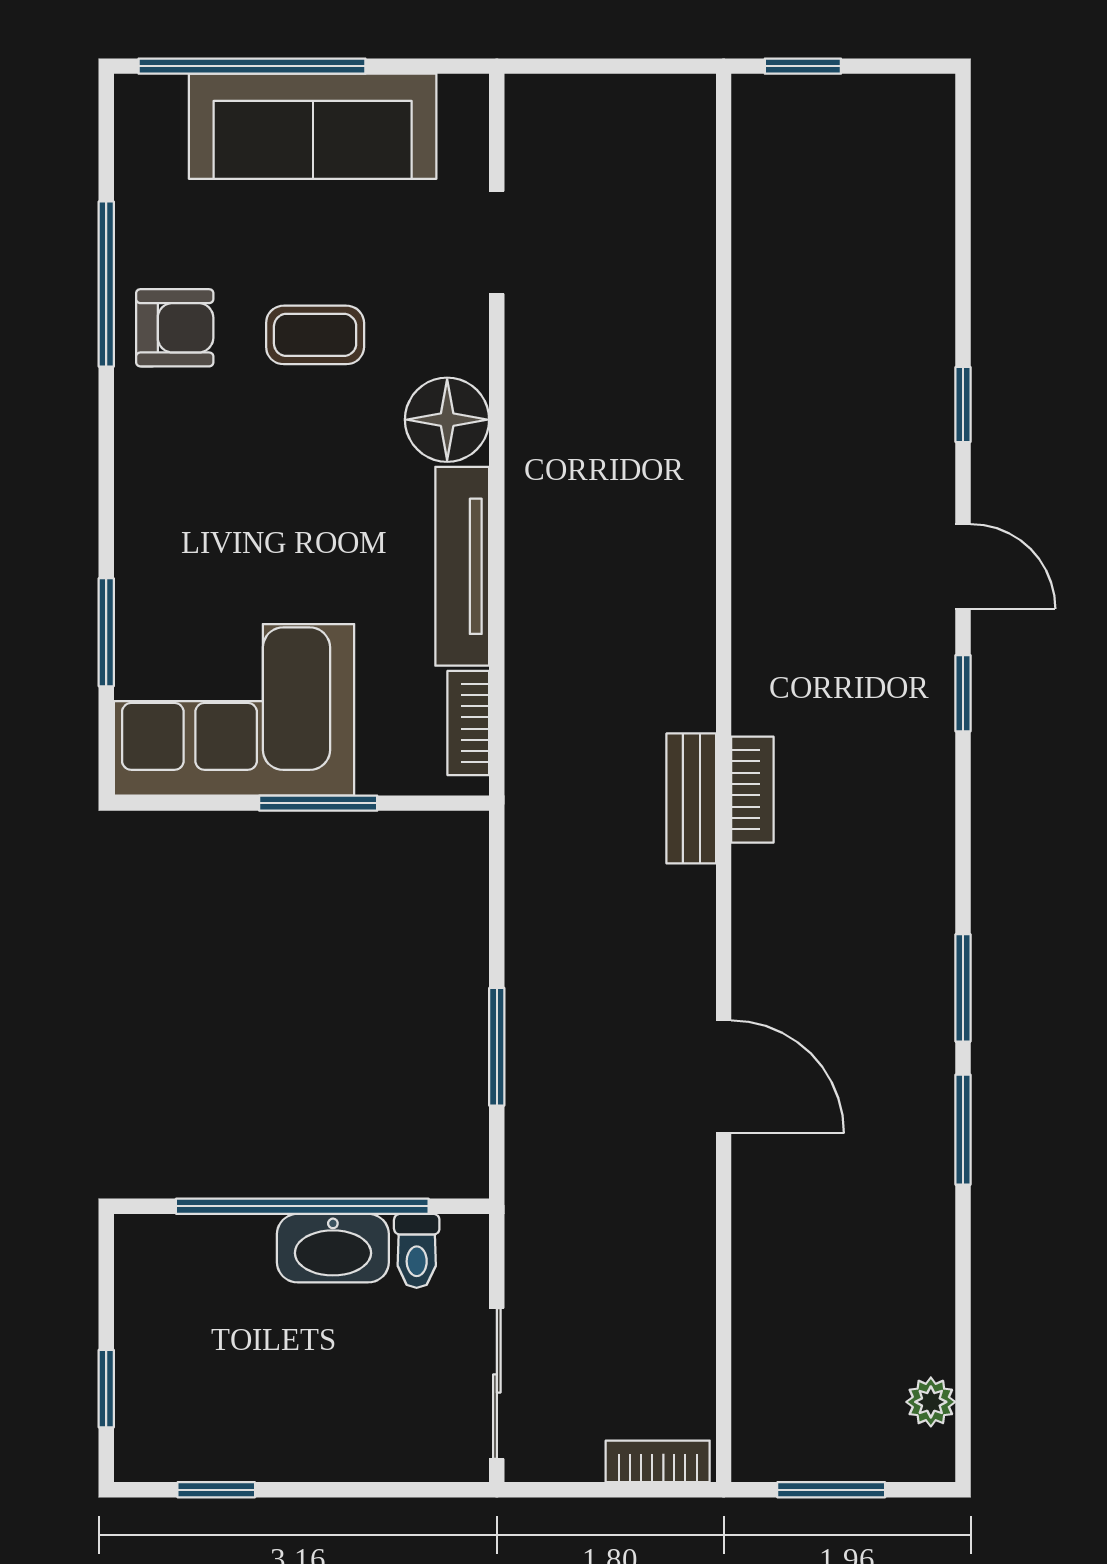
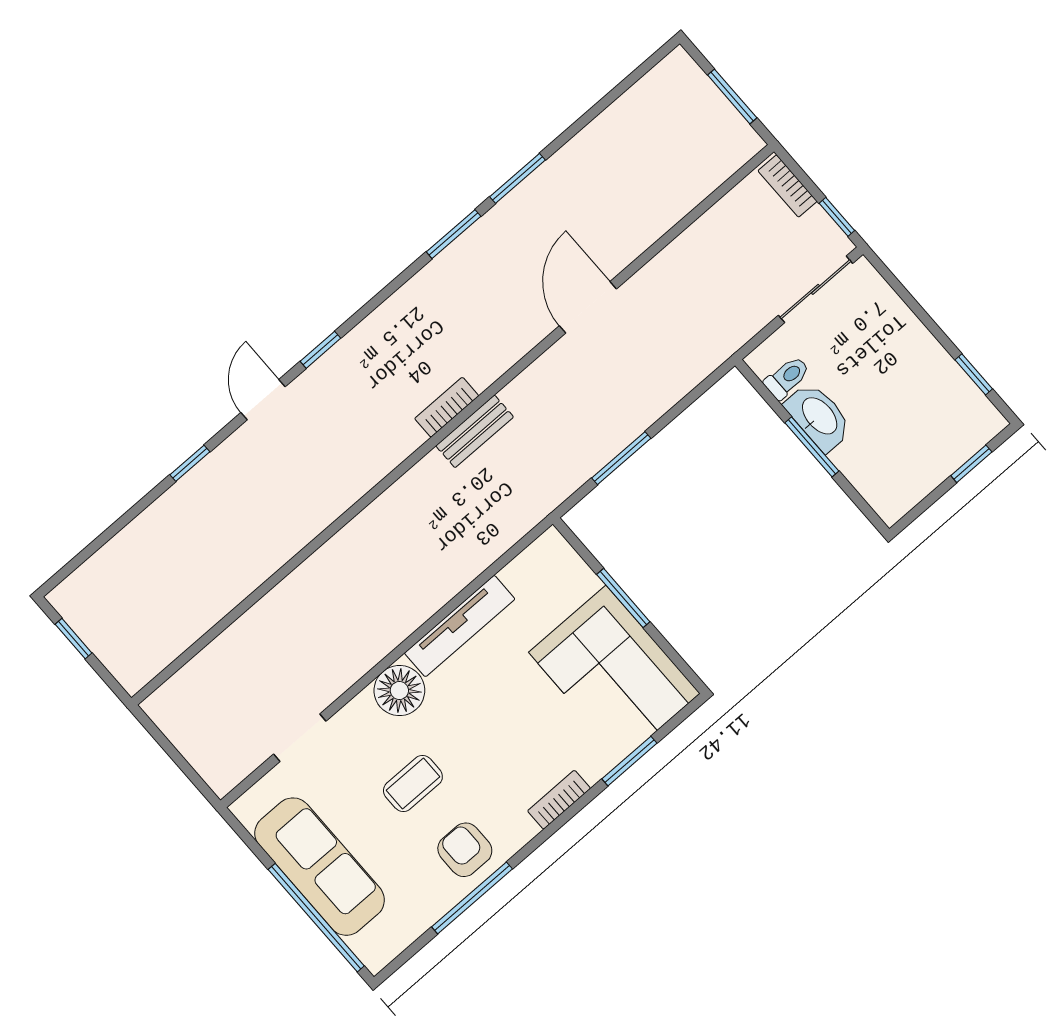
window: (803, 66) -> (74, 639), moved
coffee table: (315, 335) -> (413, 784), turned 90
bookcase: (468, 723) -> (559, 800), moved, turned 180
window: (497, 1047) -> (621, 458), moved
window: (302, 1206) -> (812, 447), width x0.47
plant: (931, 1402) -> (653, 86), removed
window: (565, 1490) -> (837, 217), added

